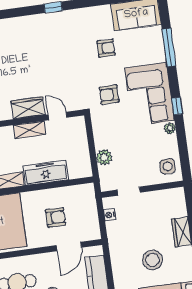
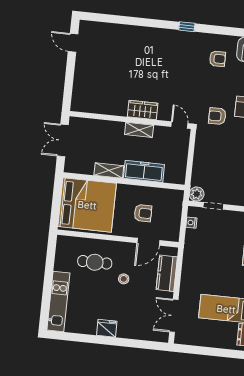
armchair: (106, 48) -> (217, 59), moved
door: (58, 116) -> (179, 125), moved
plant: (104, 157) -> (197, 194), moved
stool: (153, 260) -> (219, 272), removed

